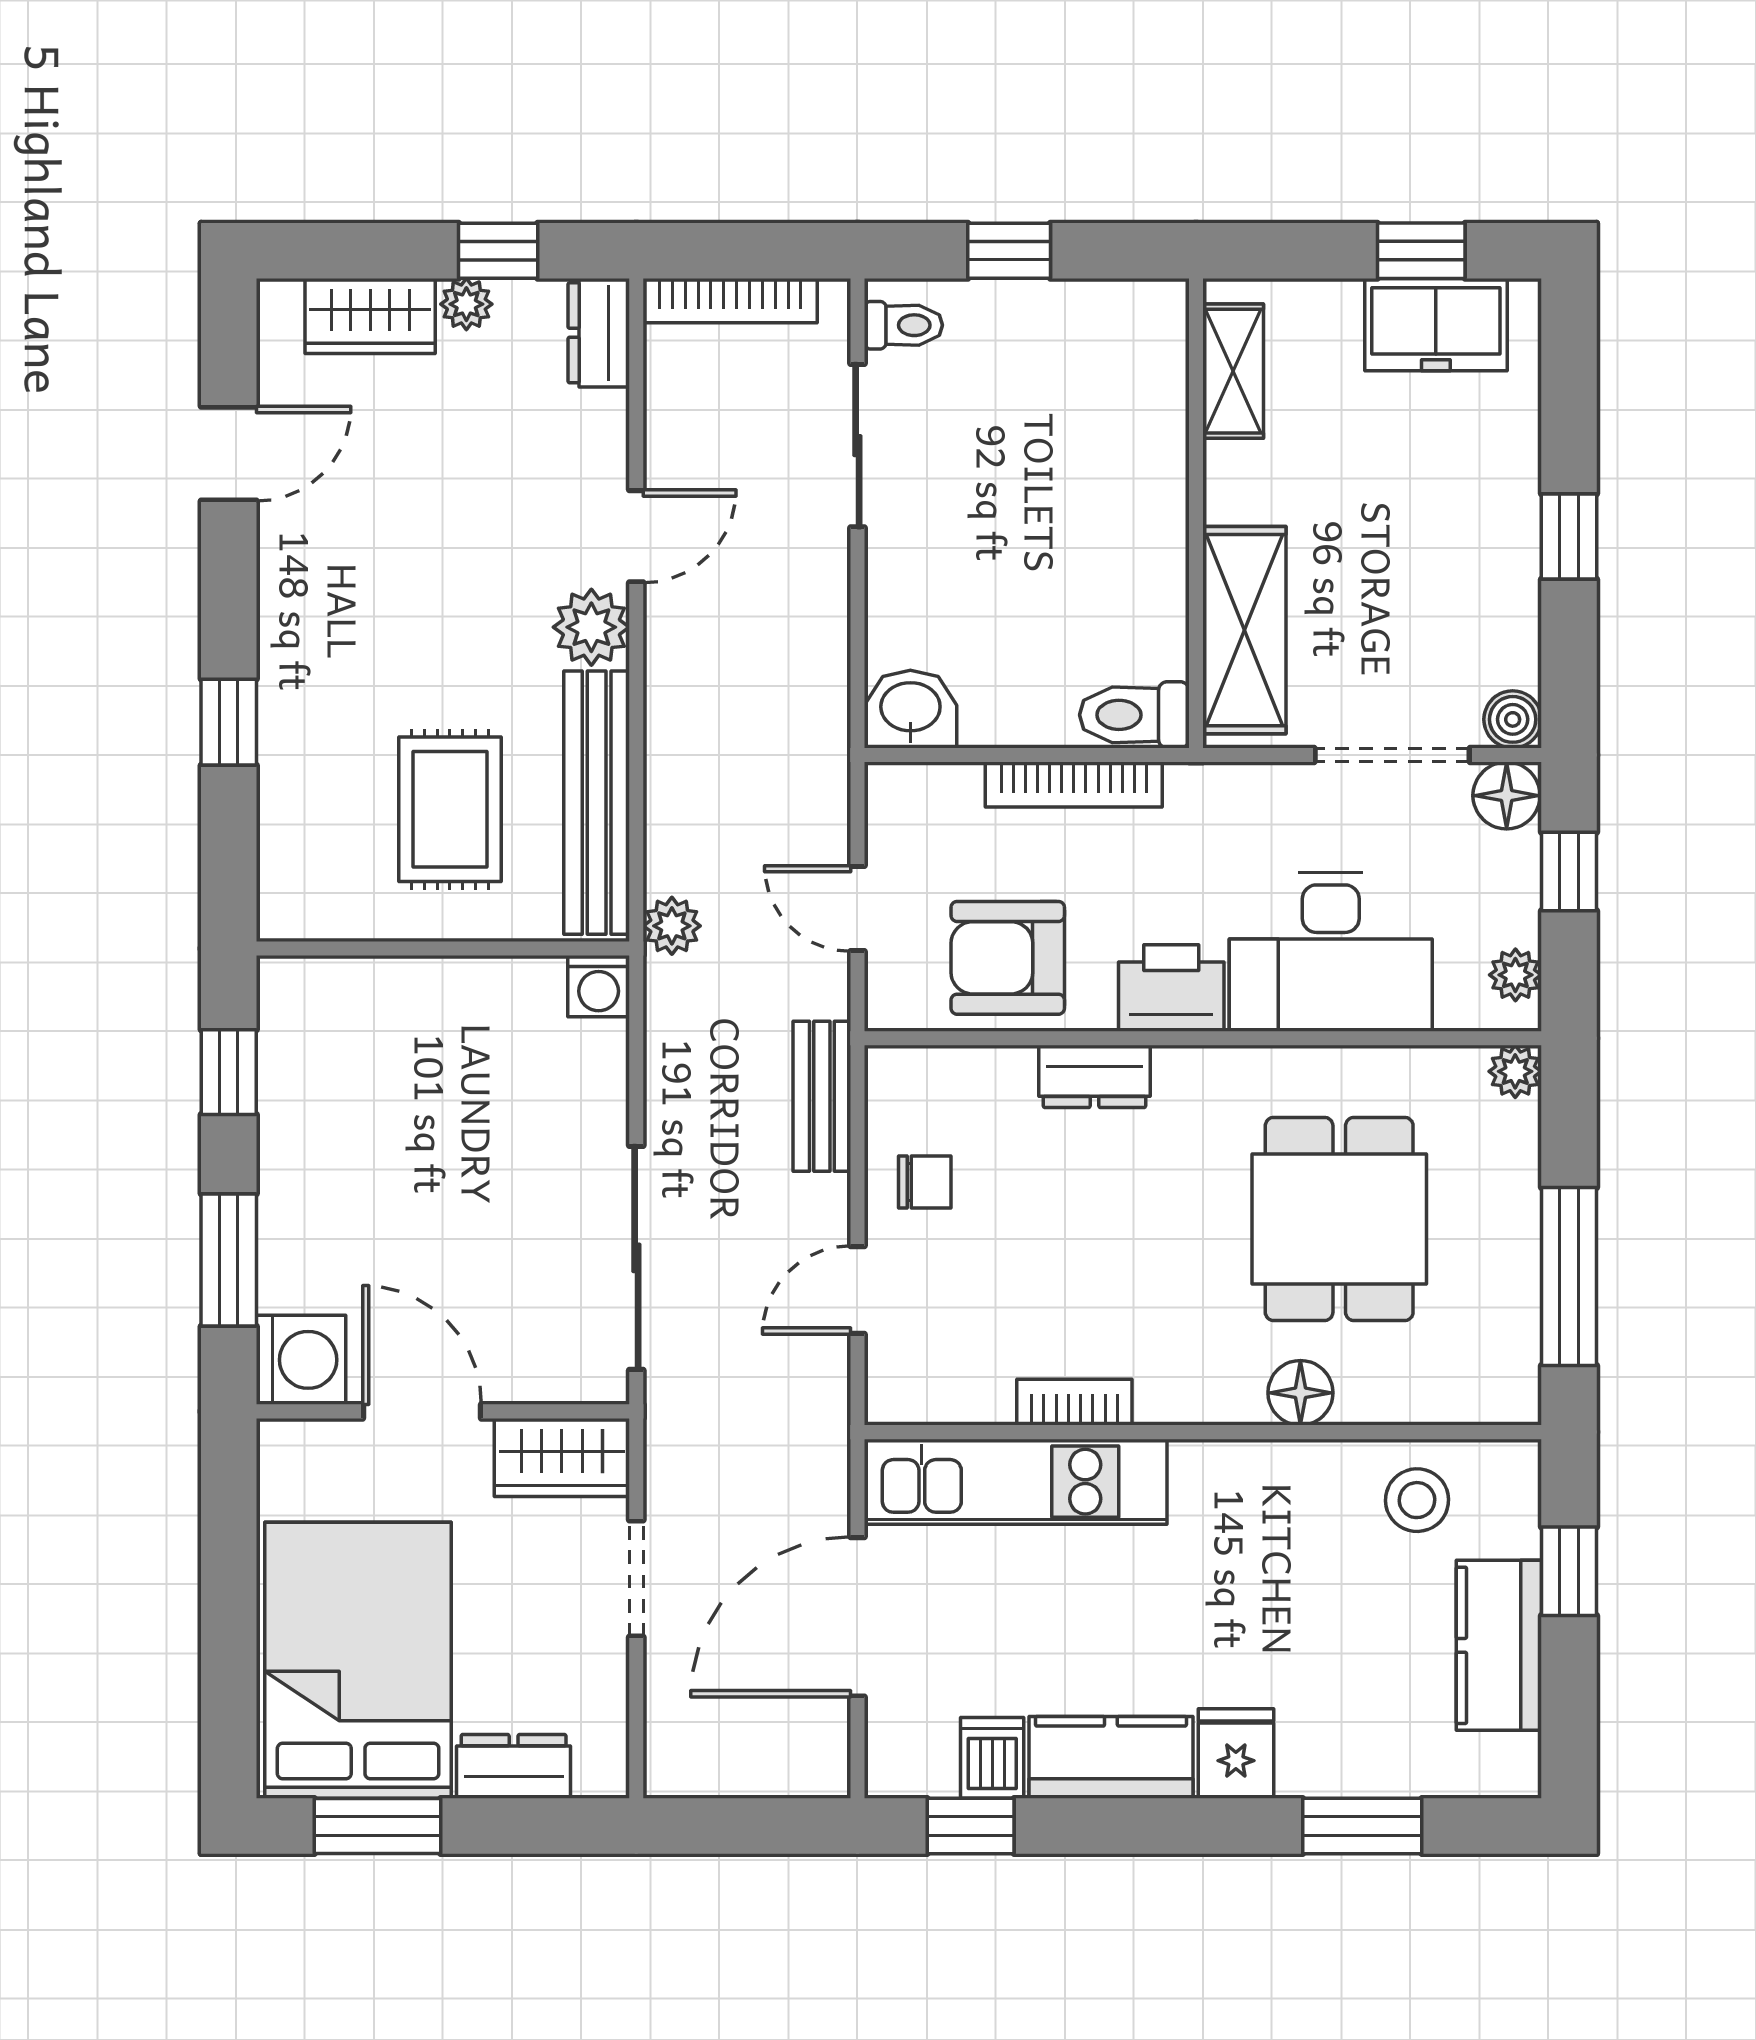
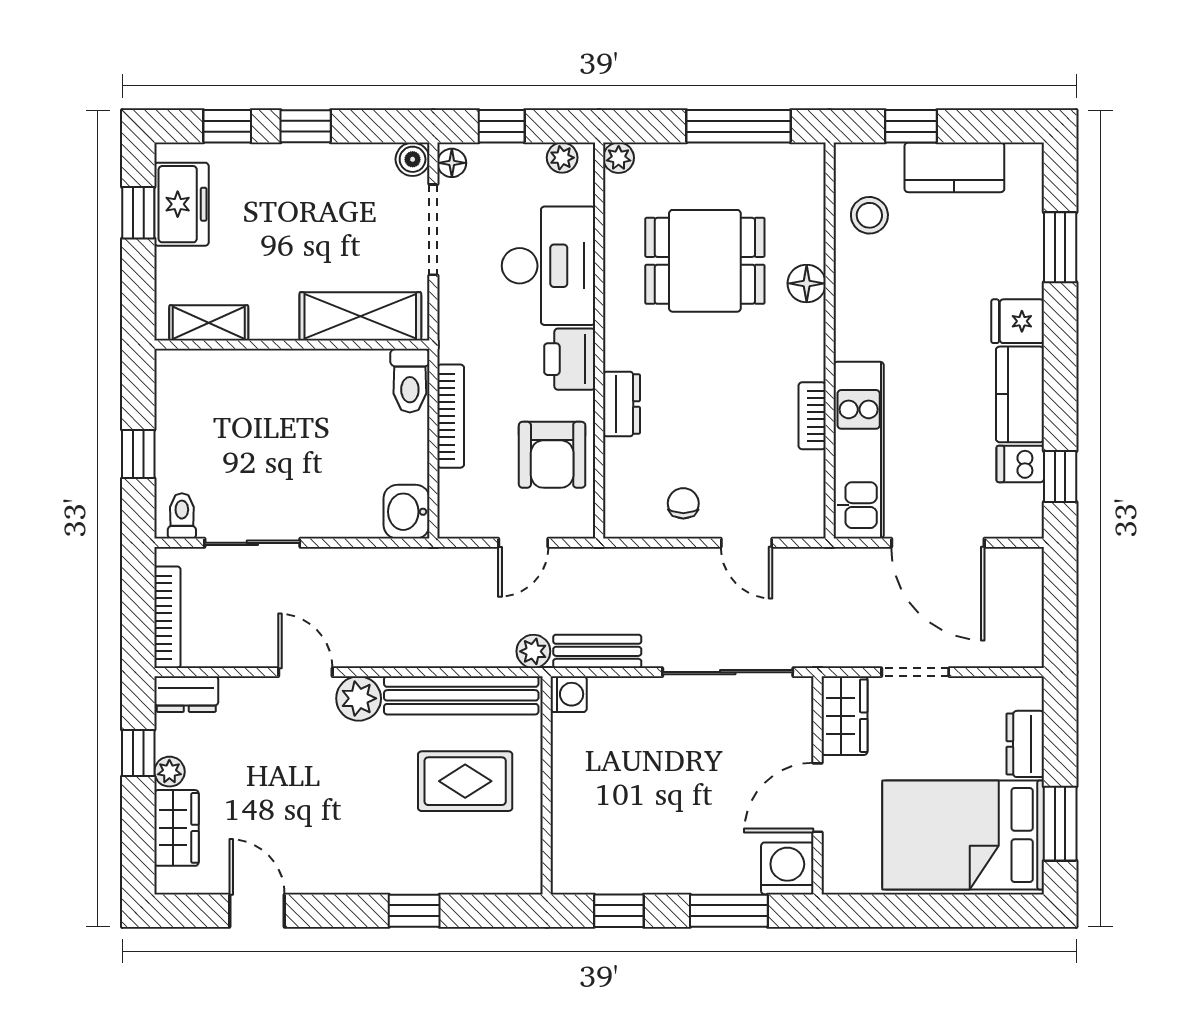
window: (1569, 403) -> (227, 126), added
floor lamp: (1507, 796) -> (452, 163), width x0.73, depth x0.73
bench: (822, 1096) -> (597, 651), moved

